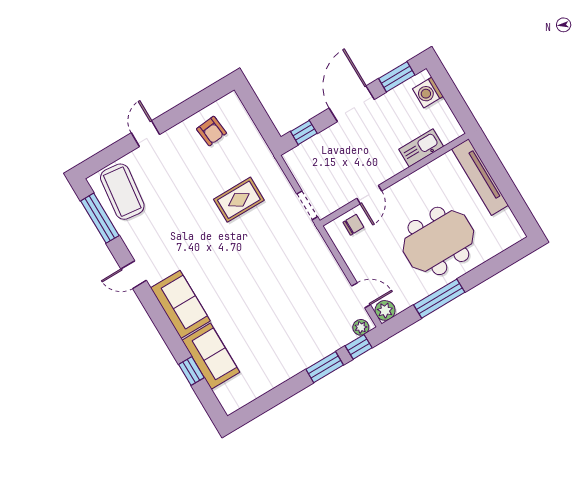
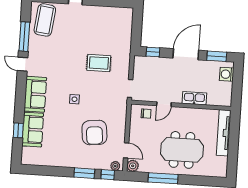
armchair: (212, 131) -> (94, 133), moved, width x1.88, depth x1.88
kitchen sink: (421, 148) -> (194, 98), moved
window: (100, 218) -> (24, 37), moved
side table: (240, 274) -> (74, 99), added

